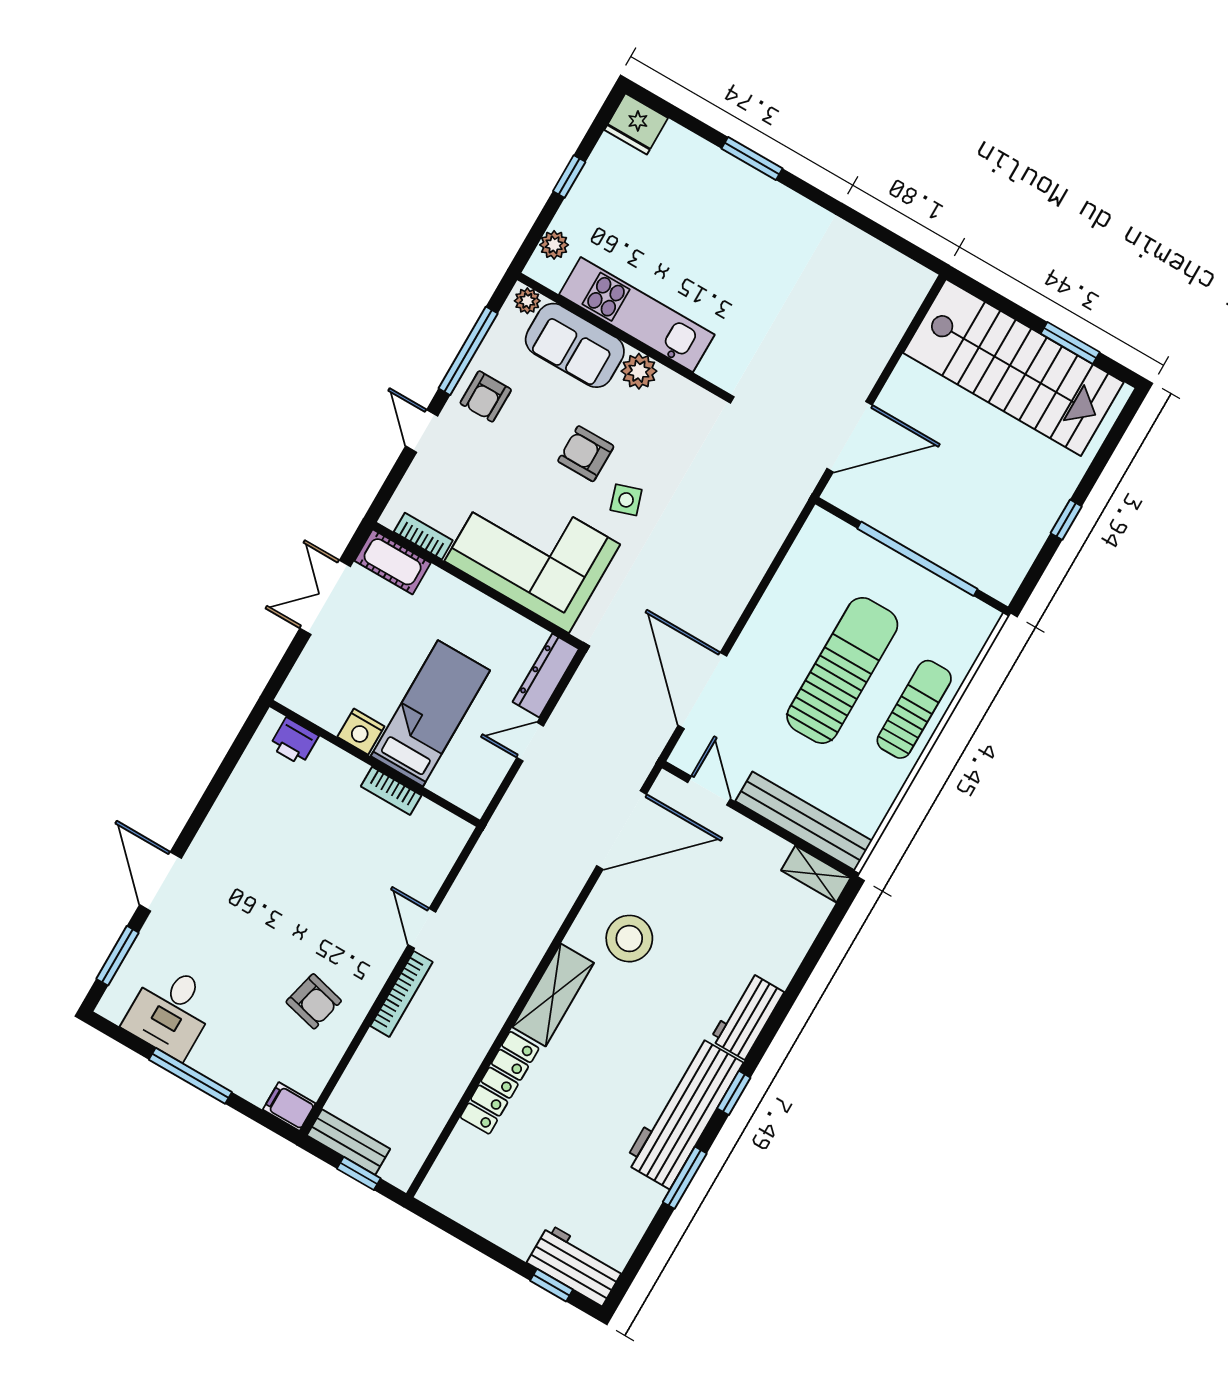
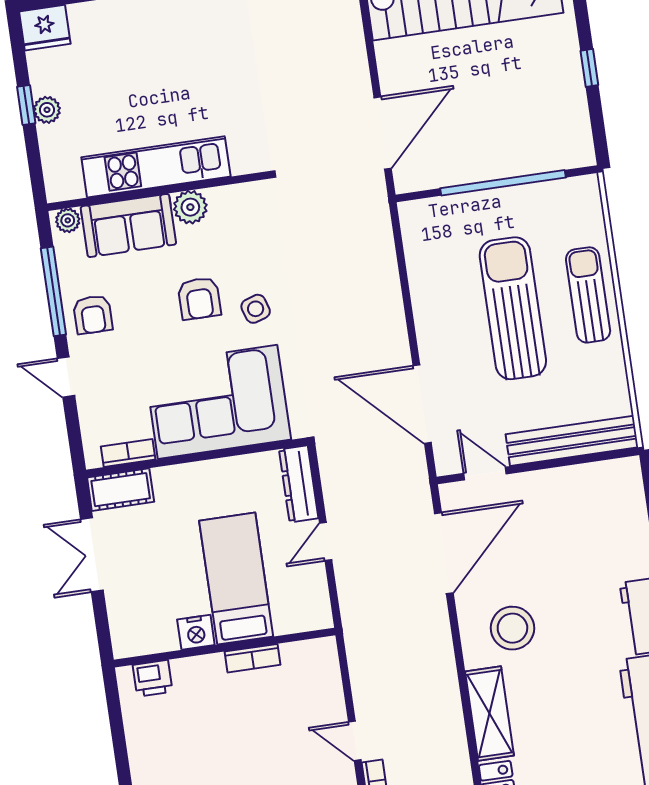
plant: (554, 245) -> (47, 110), moved
armchair: (586, 454) -> (199, 298), turned -90
shelving: (816, 874) -> (612, 473), removed

